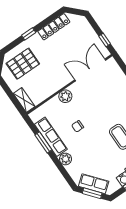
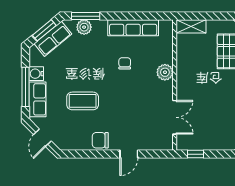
double door: (90, 70) -> (175, 117), width x0.73
window: (43, 142) -> (86, 16), moved
plant: (66, 159) -> (84, 27), moved

